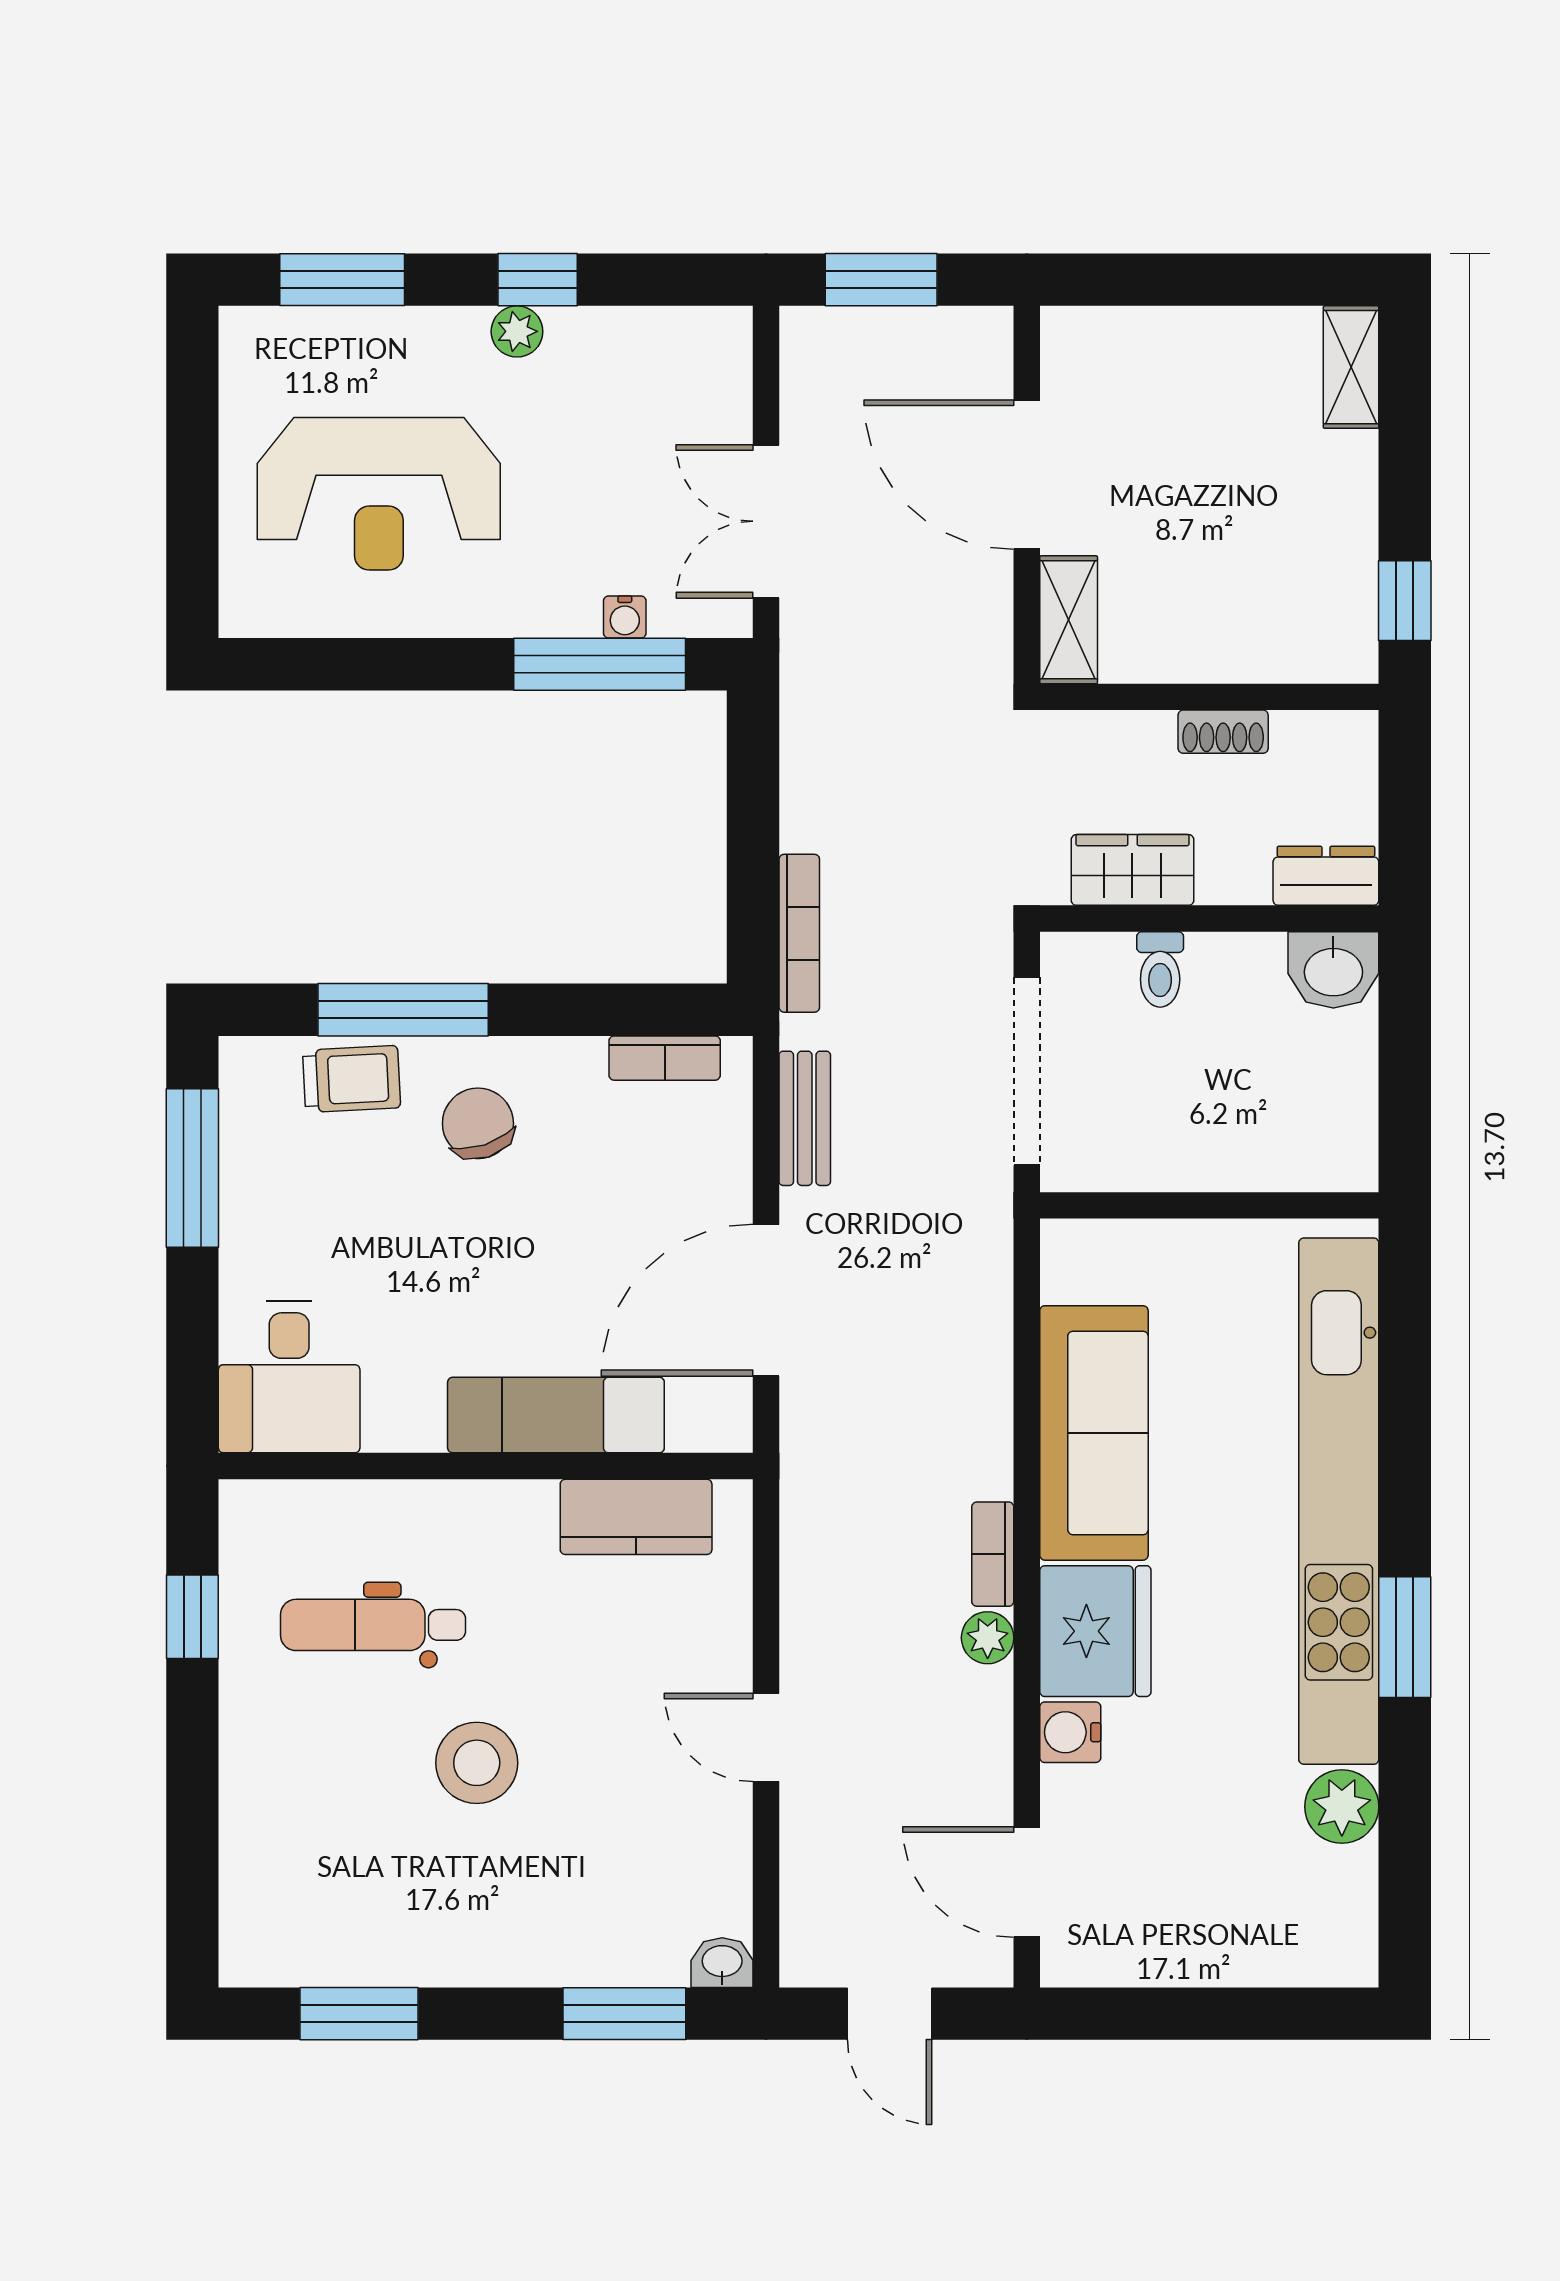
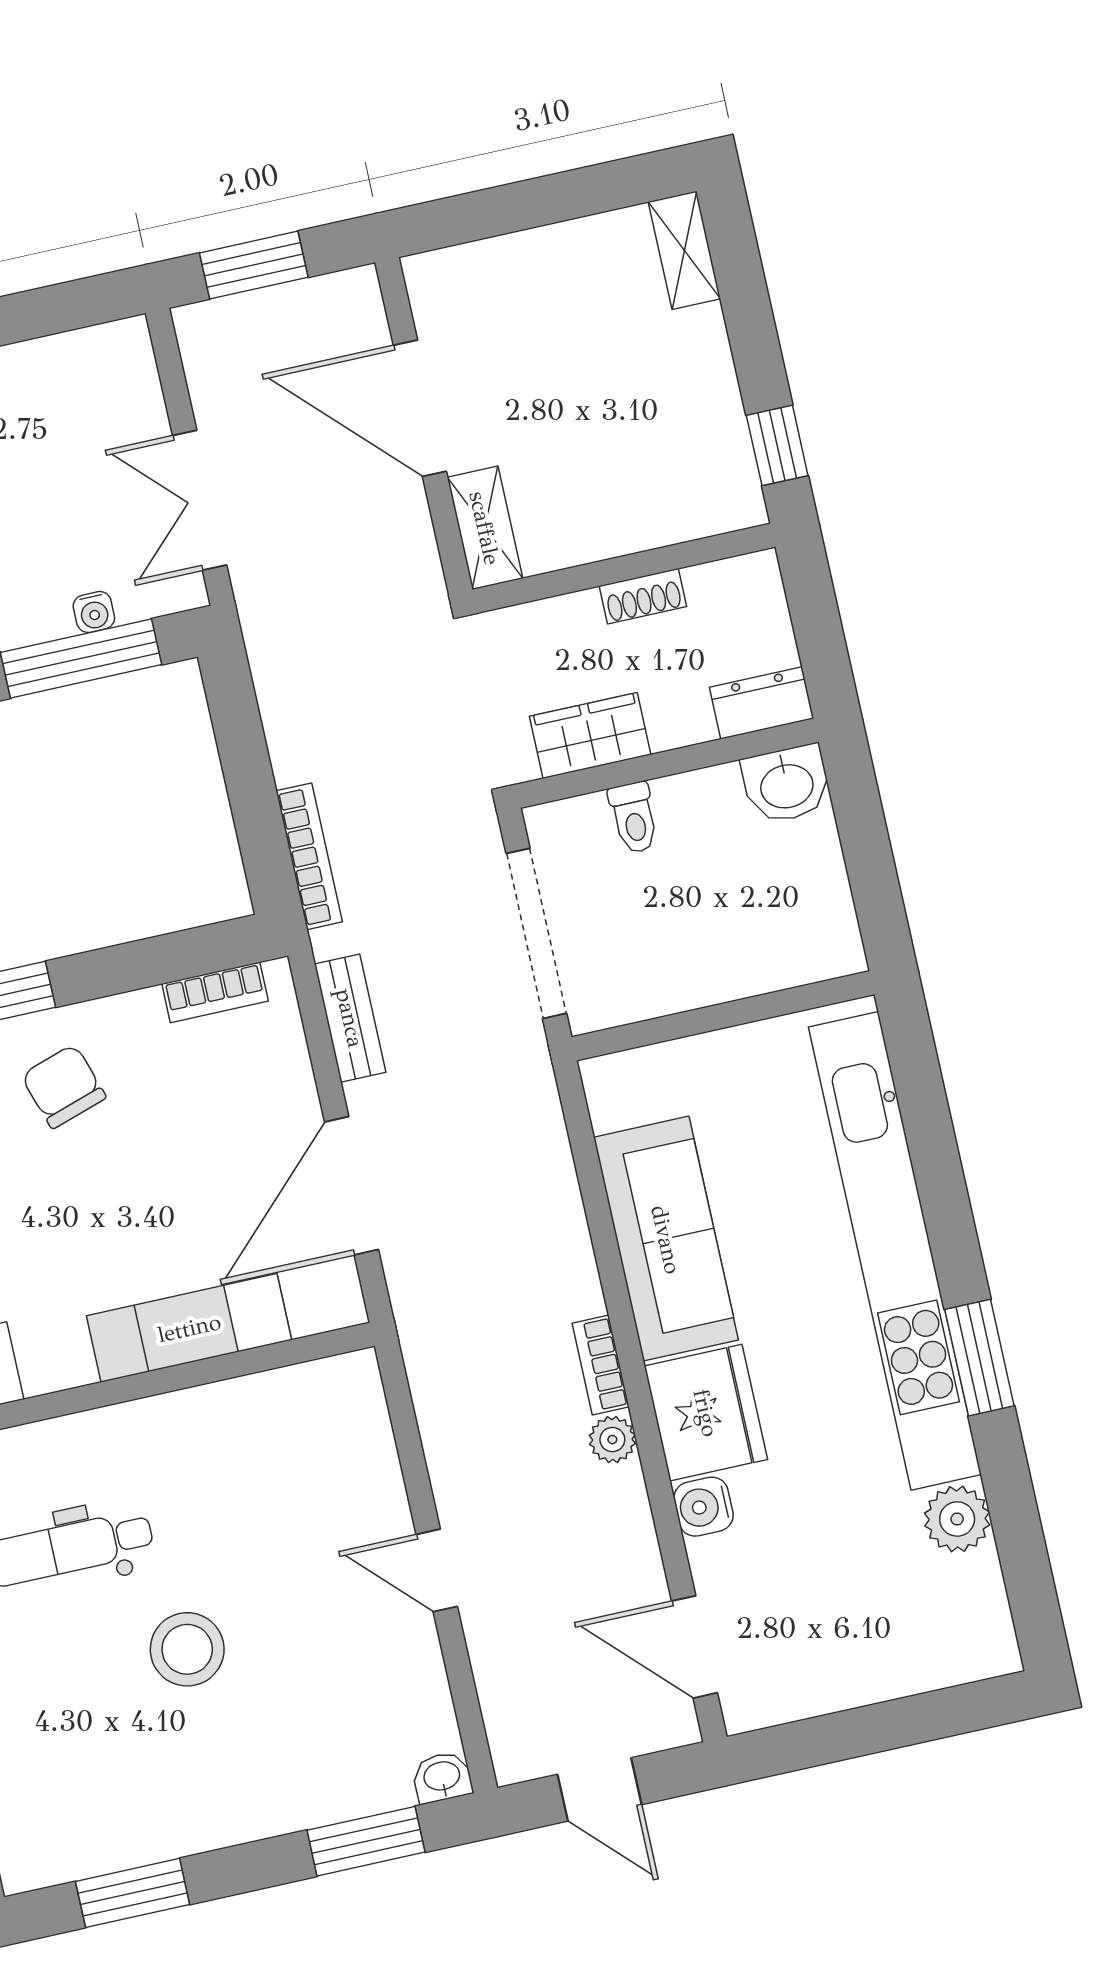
kitchen counter: (636, 1517) -> (279, 1402), removed

